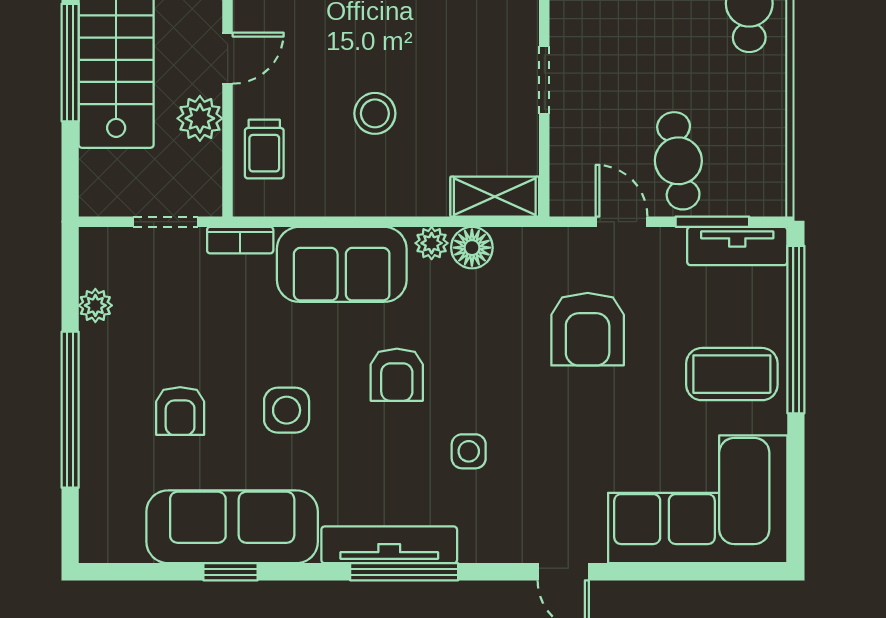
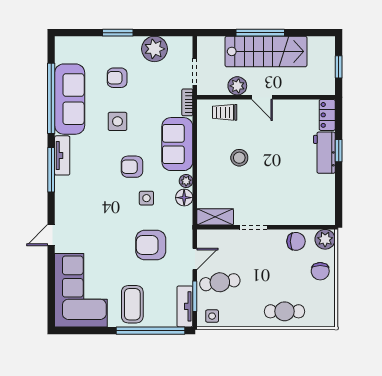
side table: (761, 180) -> (212, 316), added
shelving: (495, 197) -> (215, 217), moved, turned 90
plant: (95, 305) -> (154, 49), width x1.88, depth x1.88
window: (70, 410) -> (118, 33), width x0.47
side table: (469, 451) -> (146, 198), moved
tv unit: (389, 545) -> (62, 155), width x0.71
window: (230, 572) -> (51, 98), width x3.17

